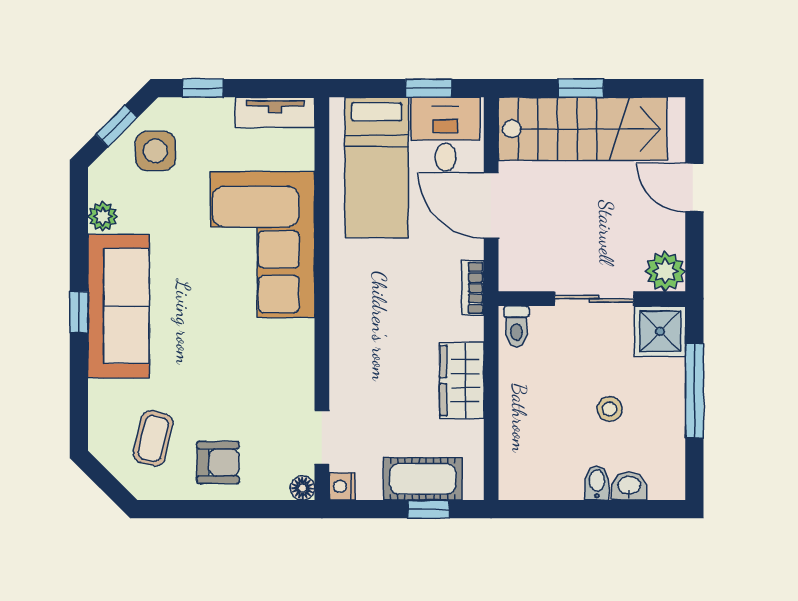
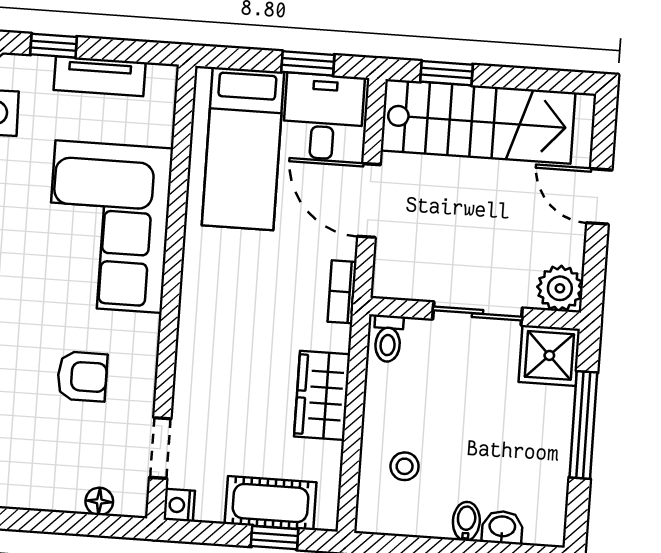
window: (581, 88) -> (447, 73), moved
tv unit: (275, 112) -> (100, 76), moved
stool: (610, 409) -> (405, 466), moved
armchair: (218, 462) -> (82, 376), moved
floor lamp: (303, 488) -> (99, 501), moved

